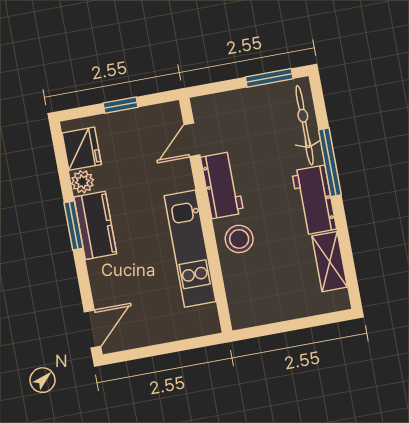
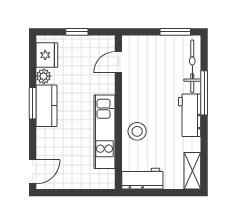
workbench: (222, 185) -> (142, 179), moved, turned -90
shelving: (330, 262) -> (192, 171), moved

